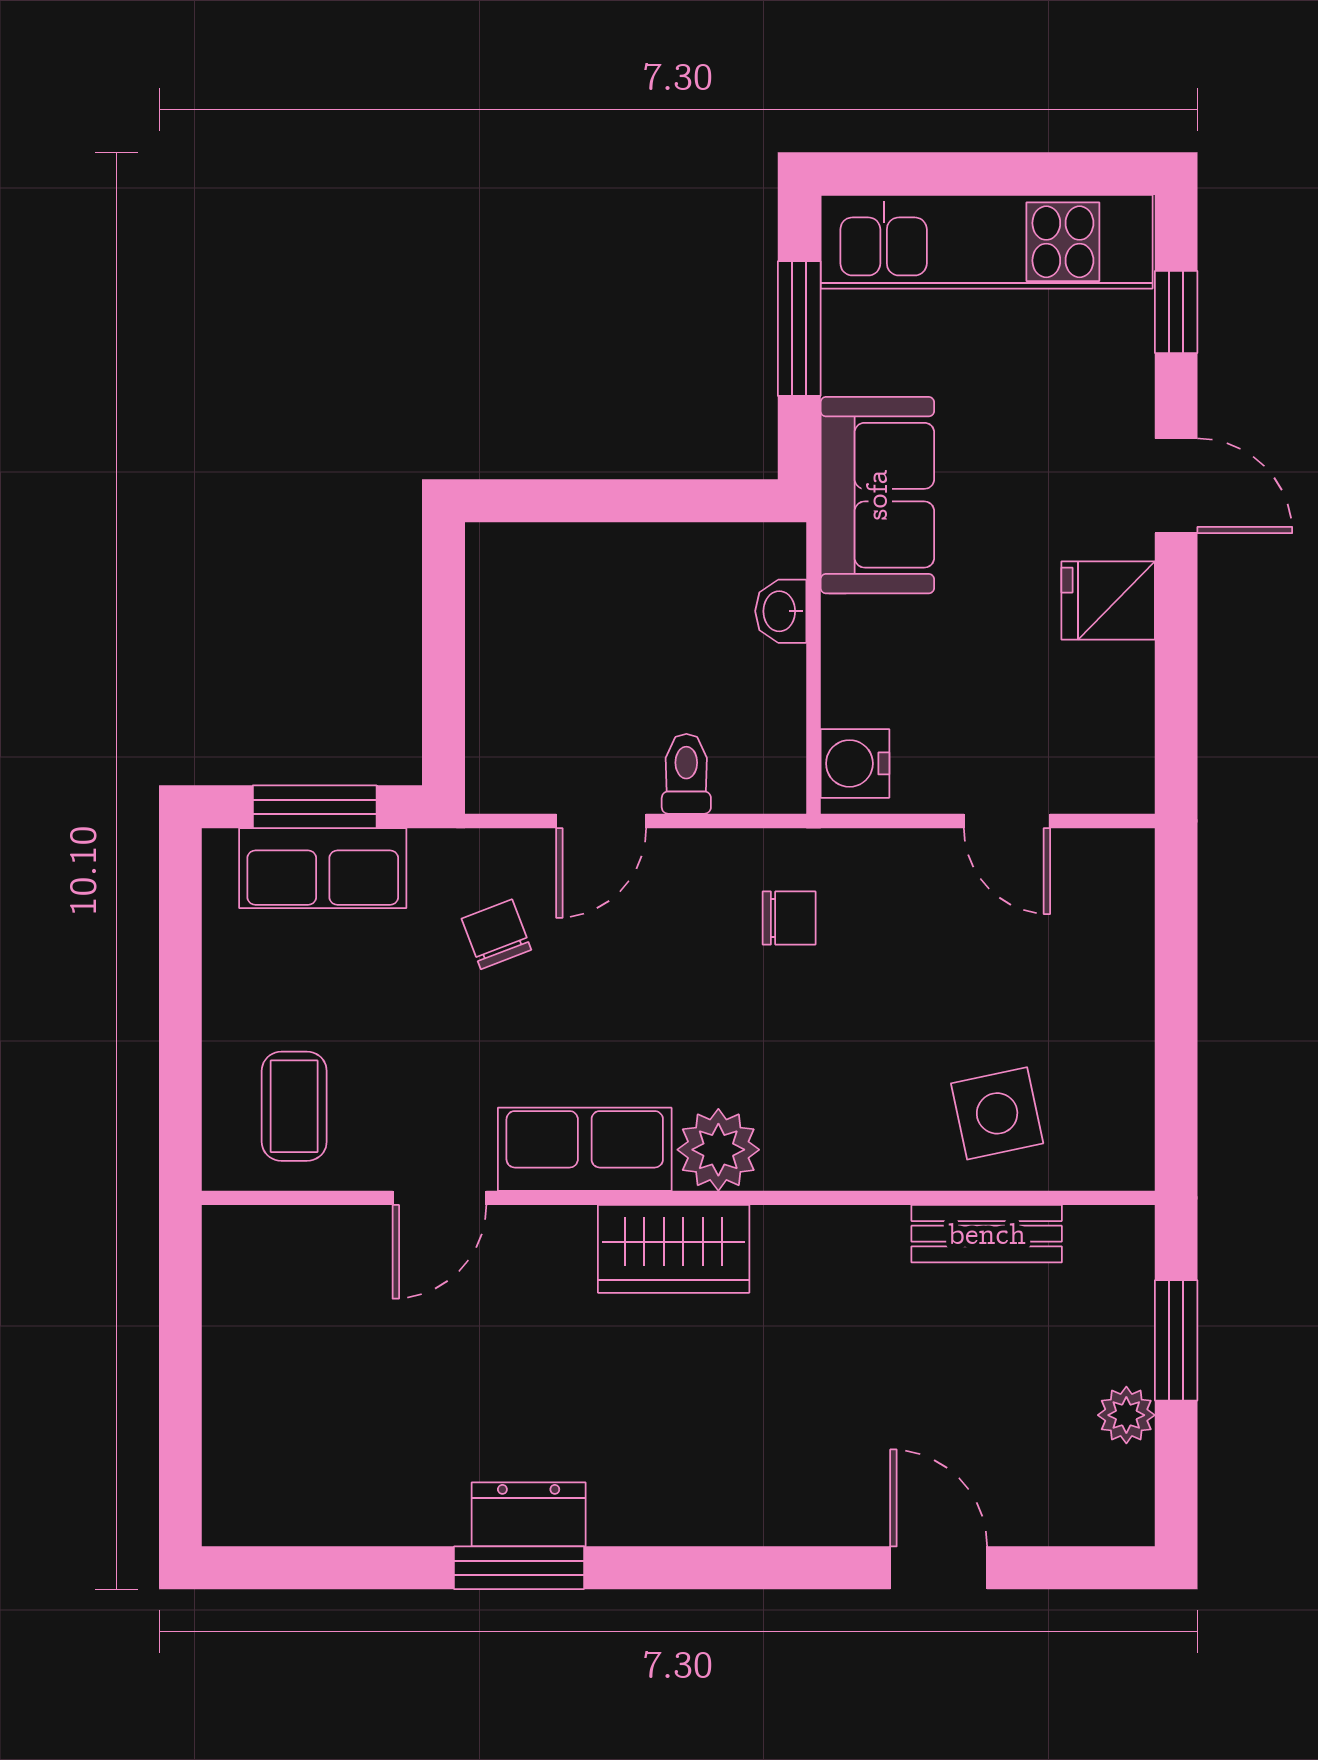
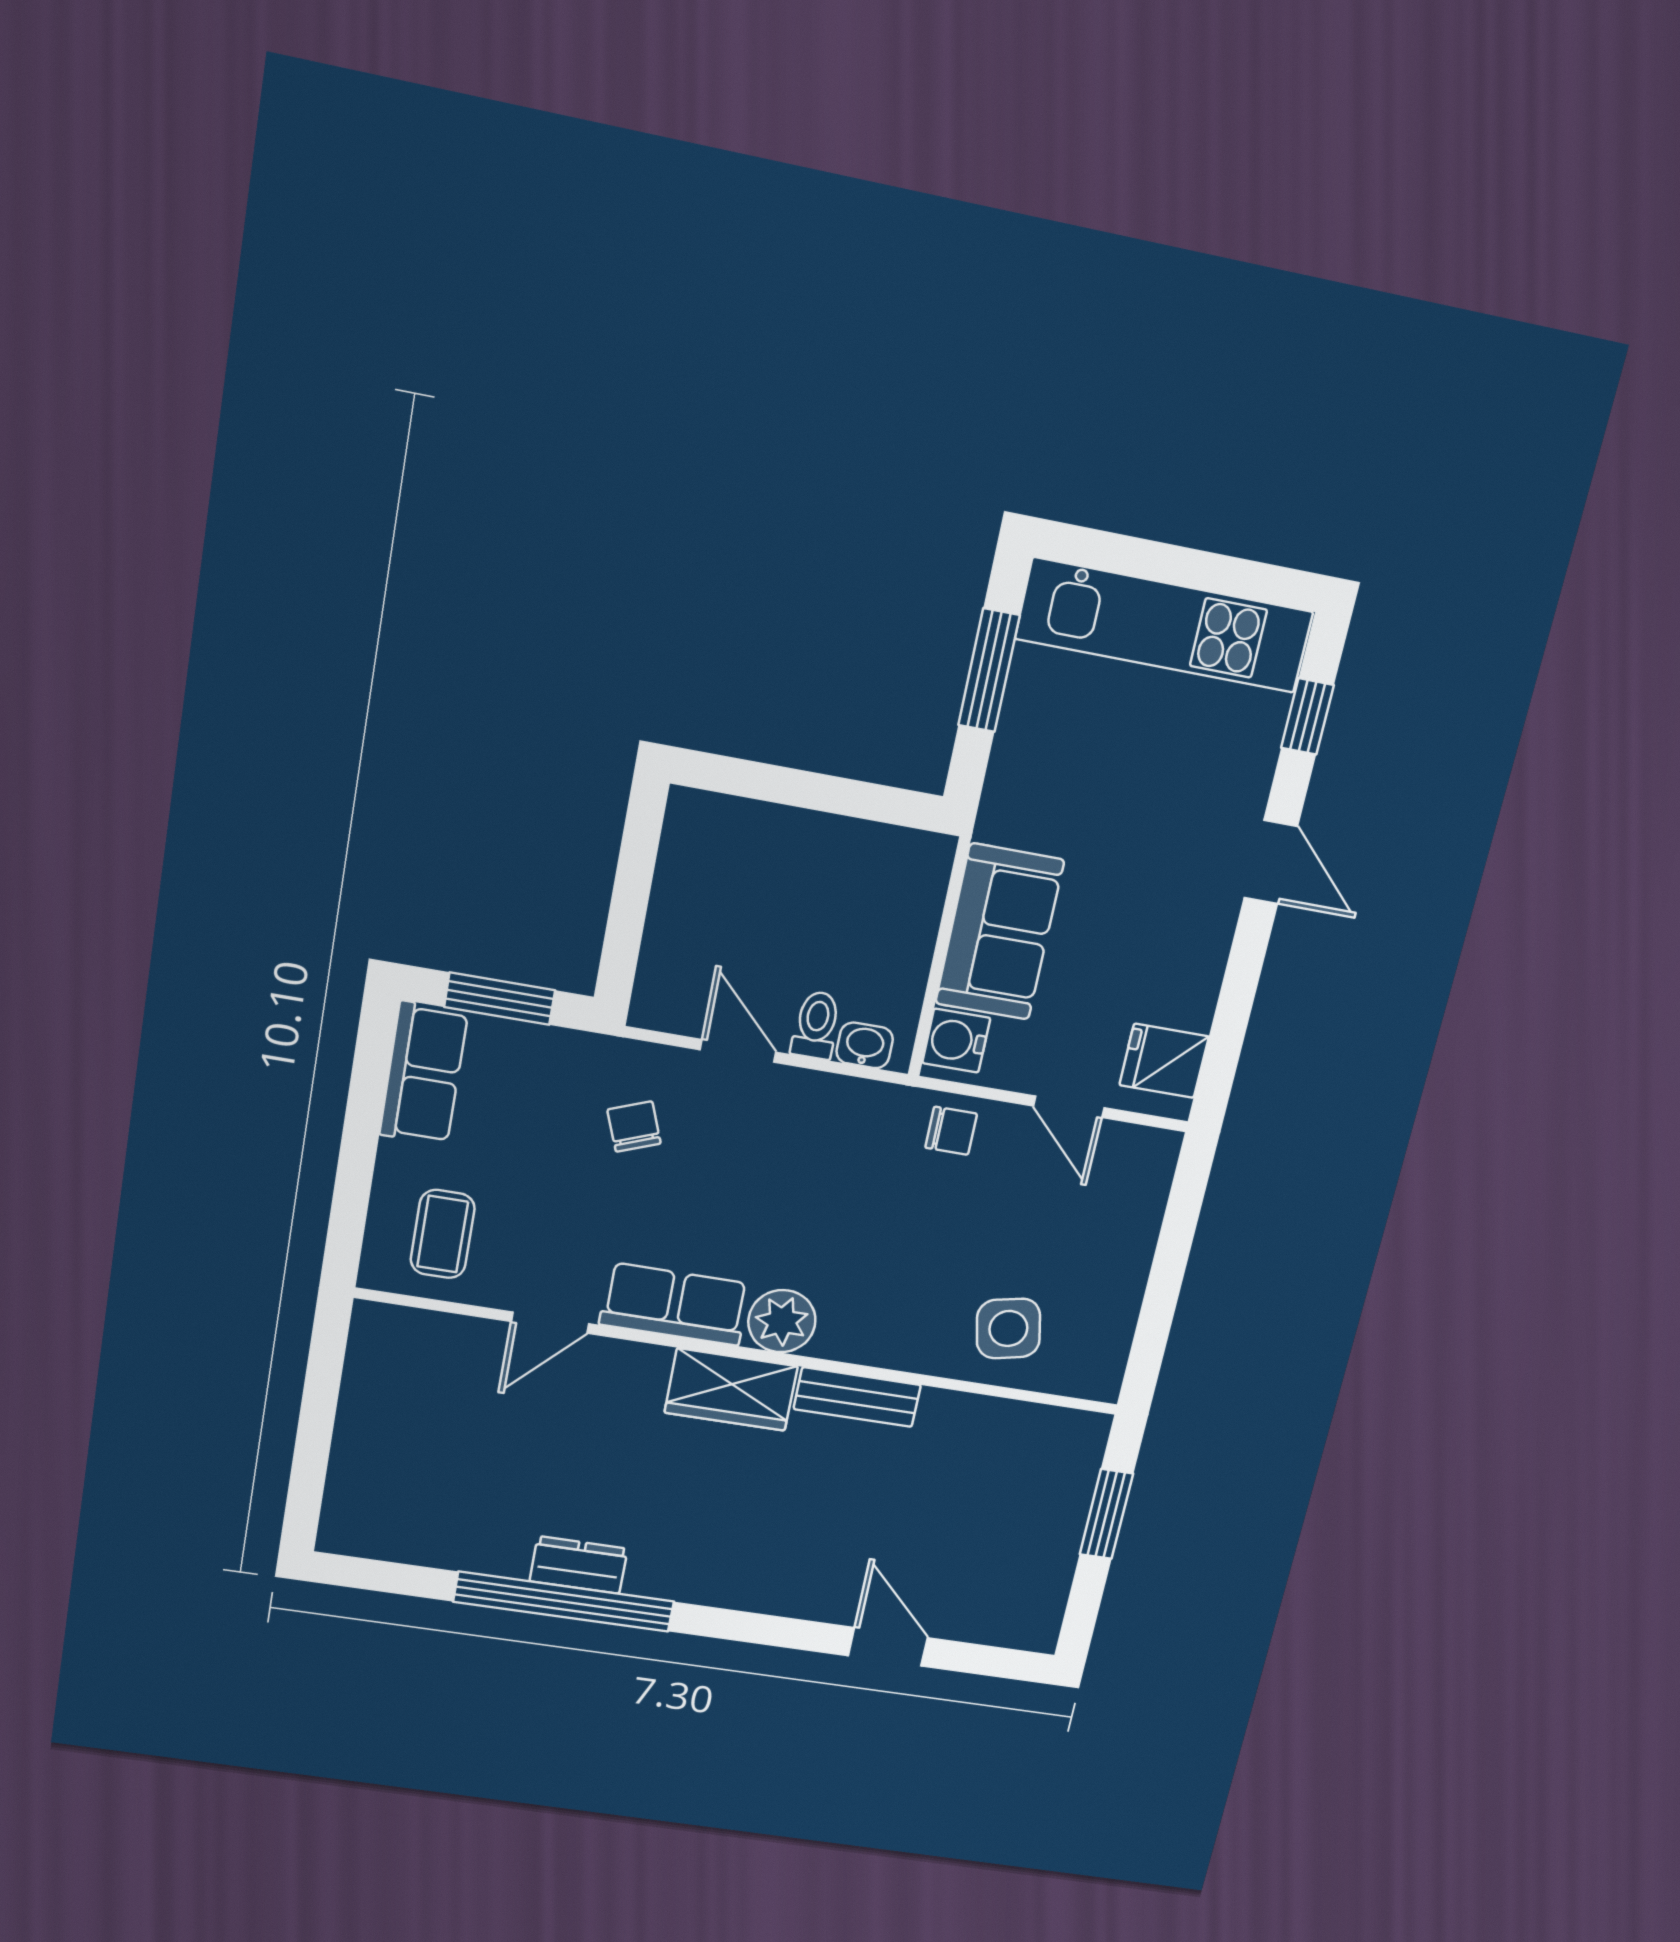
sofa: (877, 495) -> (999, 932), moved
fridge: (1108, 600) -> (1164, 1061), moved
washbasin: (781, 611) -> (865, 1045), moved, turned 90
door: (601, 821) -> (738, 1051), swing flipped
row of seats: (323, 868) -> (424, 1073), moved, turned -90
chair: (789, 918) -> (951, 1131), moved
bench: (987, 1234) -> (857, 1397), moved
plant: (1126, 1415) -> (1055, 1561), removed
window: (519, 1568) -> (564, 1602), width x2.11

